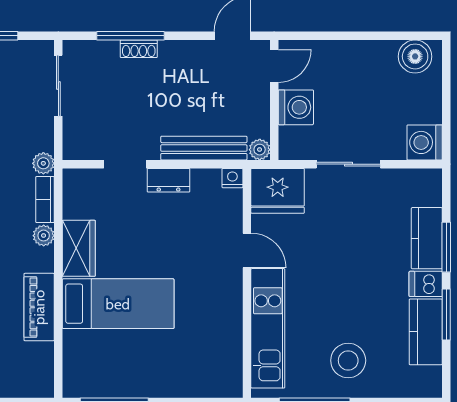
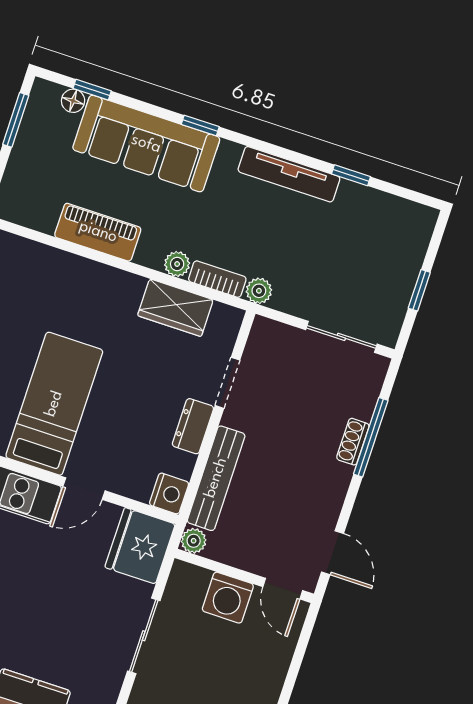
nightstand: (232, 178) -> (169, 493), width x1.39, depth x1.35
wardrobe: (79, 248) -> (175, 308), moved
bed: (118, 304) -> (54, 404), moved, turned 180

